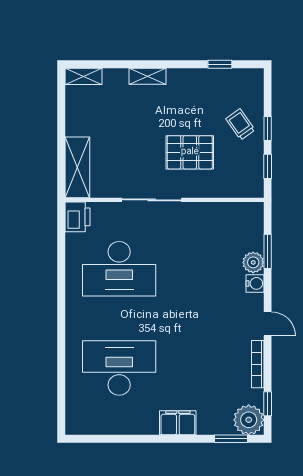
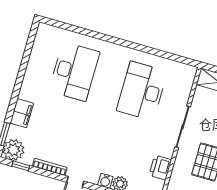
printer: (78, 217) -> (160, 168), moved, turned 90
filing cabinet: (178, 423) -> (22, 113), moved

